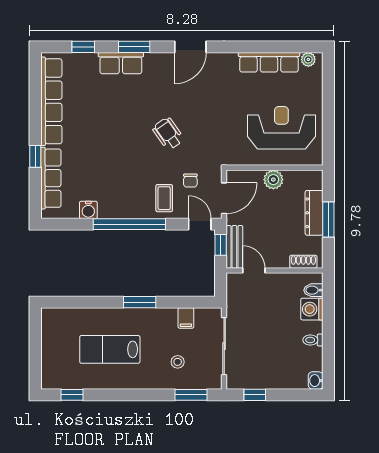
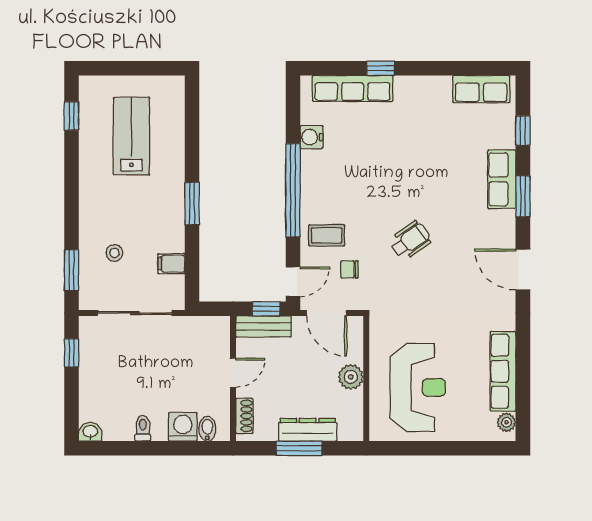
row of seats: (51, 101) -> (481, 89), width x0.50
door: (254, 270) -> (233, 373), moved
lab bench: (110, 349) -> (131, 136), moved

